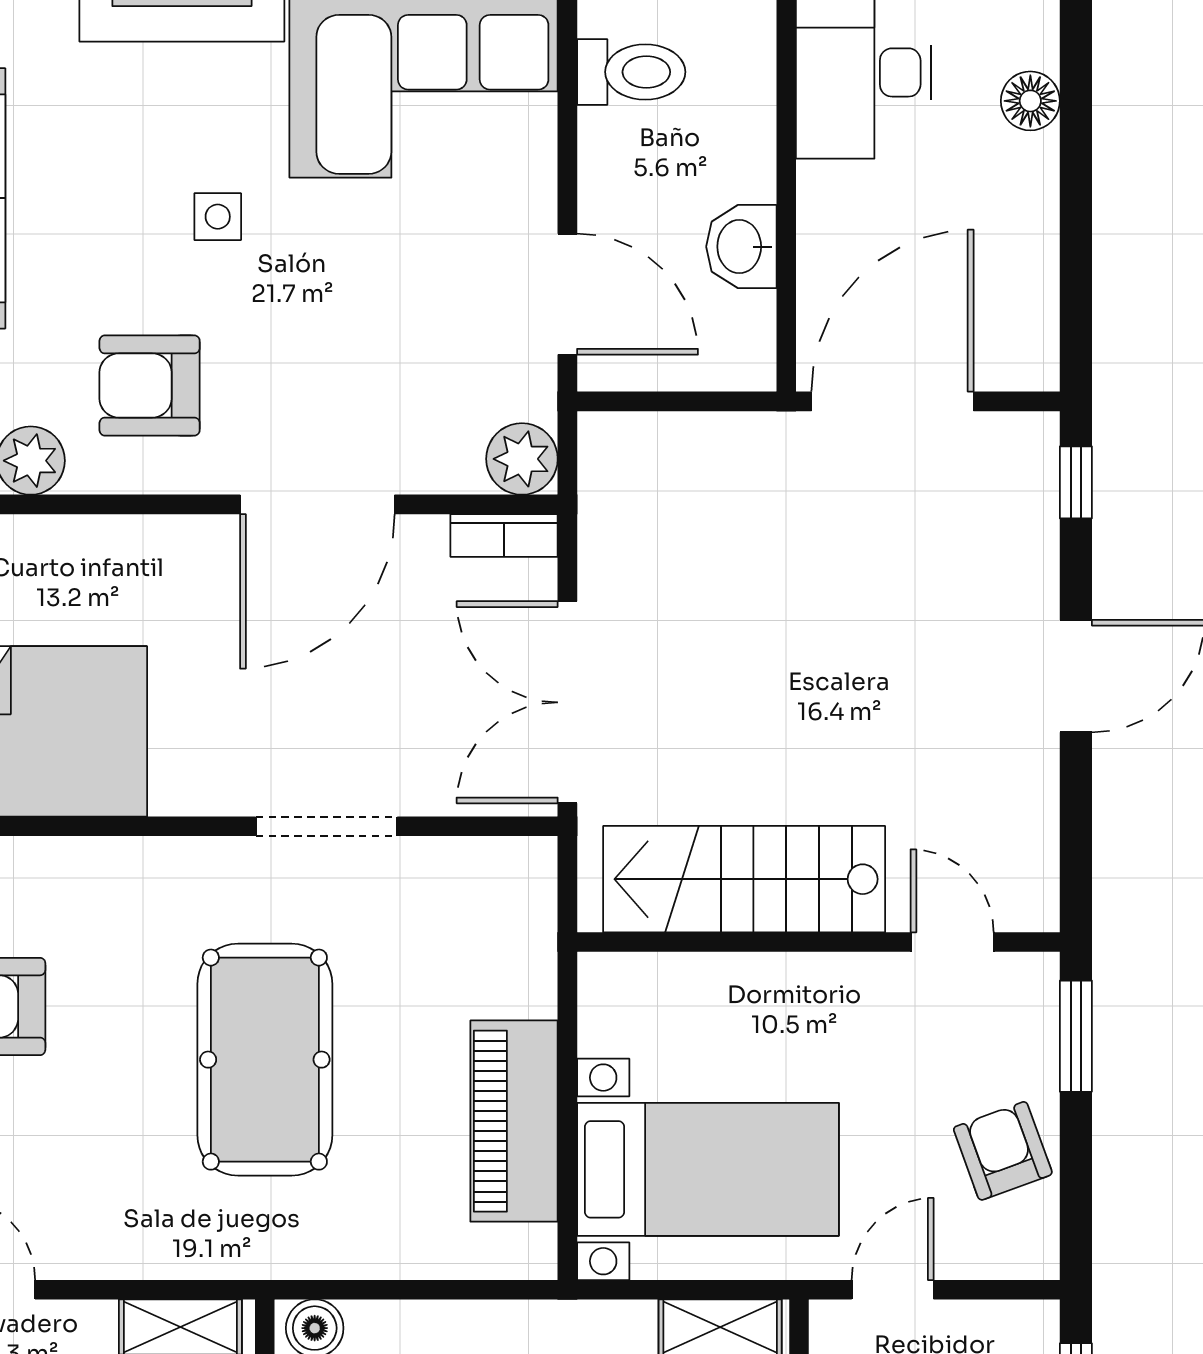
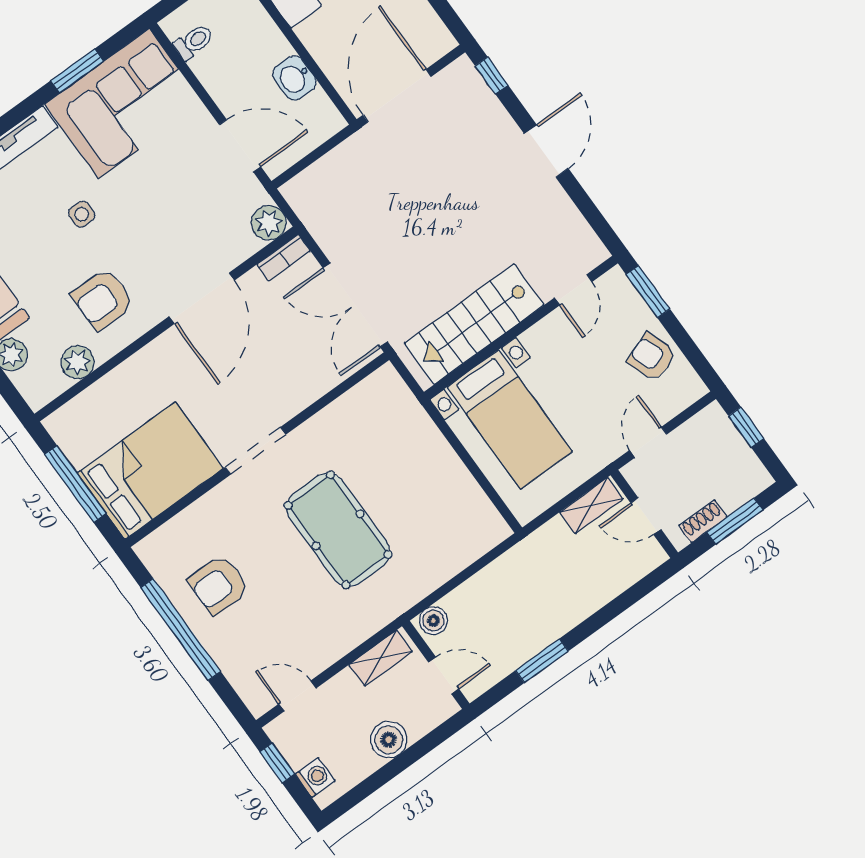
toilet: (631, 72) -> (194, 42), width x0.73, depth x0.72
doorway: (327, 826) -> (256, 451), moved
door: (952, 942) -> (573, 290), swing flipped
piano: (514, 1121) -> (453, 483), removed
bed with nightstands: (708, 1169) -> (510, 419), moved, turned 90

